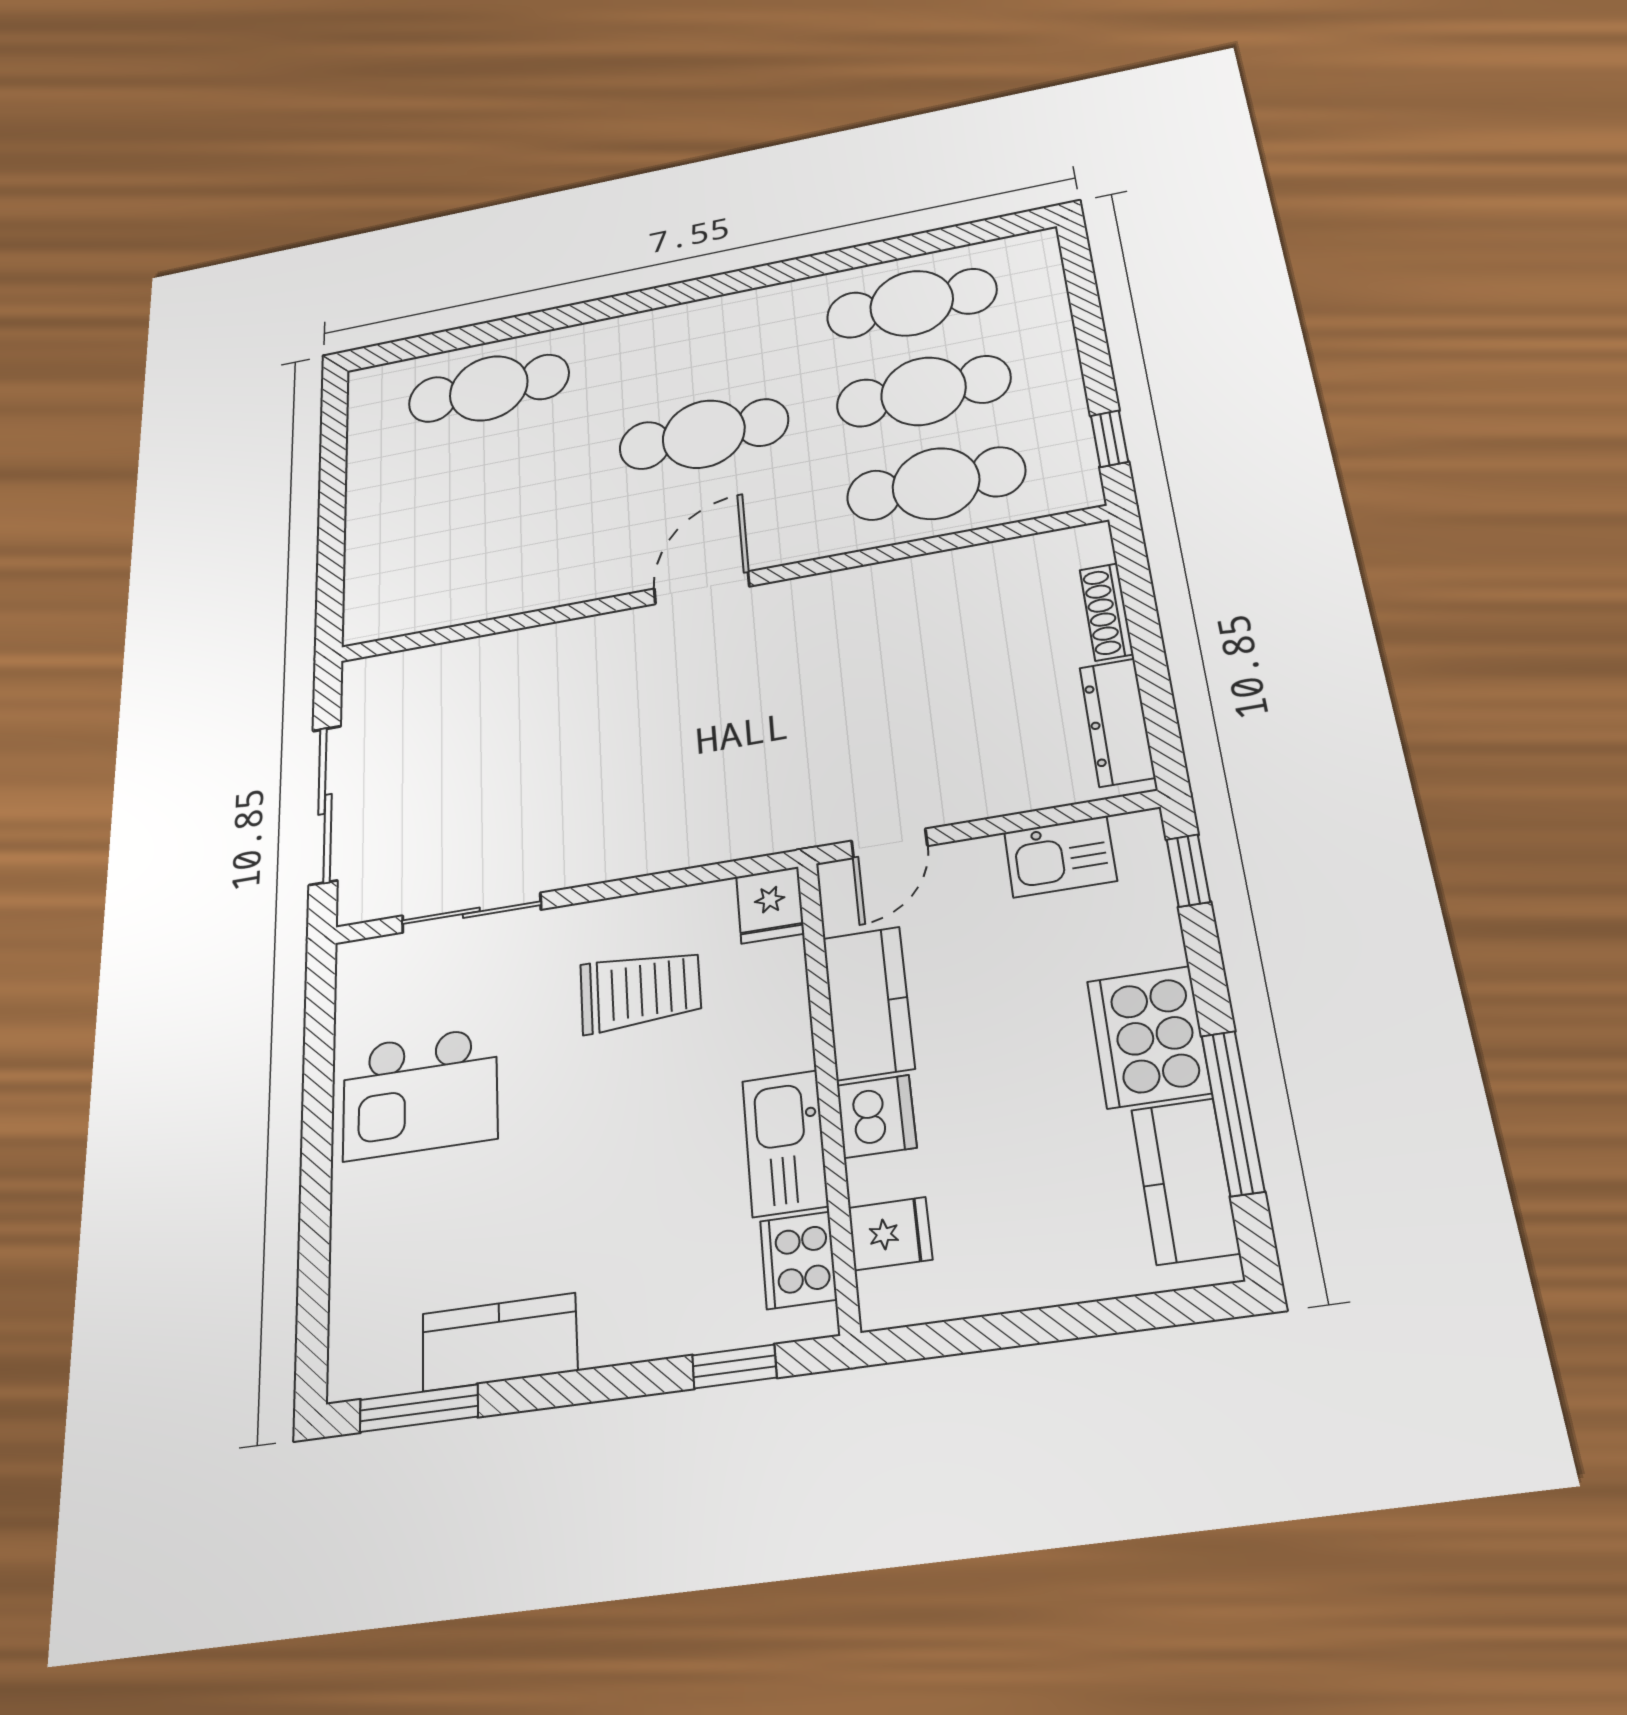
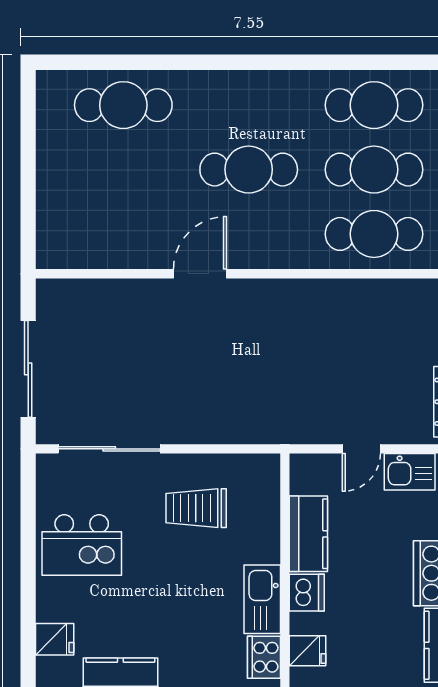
door: (702, 588) -> (200, 274), moved
door: (889, 843) -> (361, 449), moved
fridge: (770, 905) -> (55, 639), moved, turned -90
sliding door: (471, 913) -> (109, 449), width x1.37
trolley: (640, 991) -> (196, 508), turned 180

